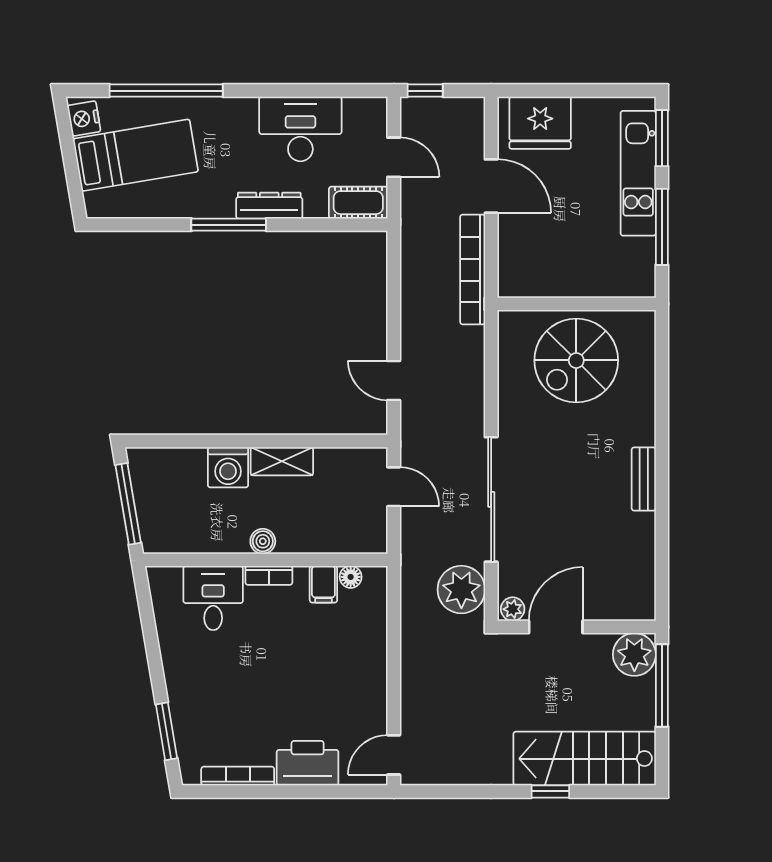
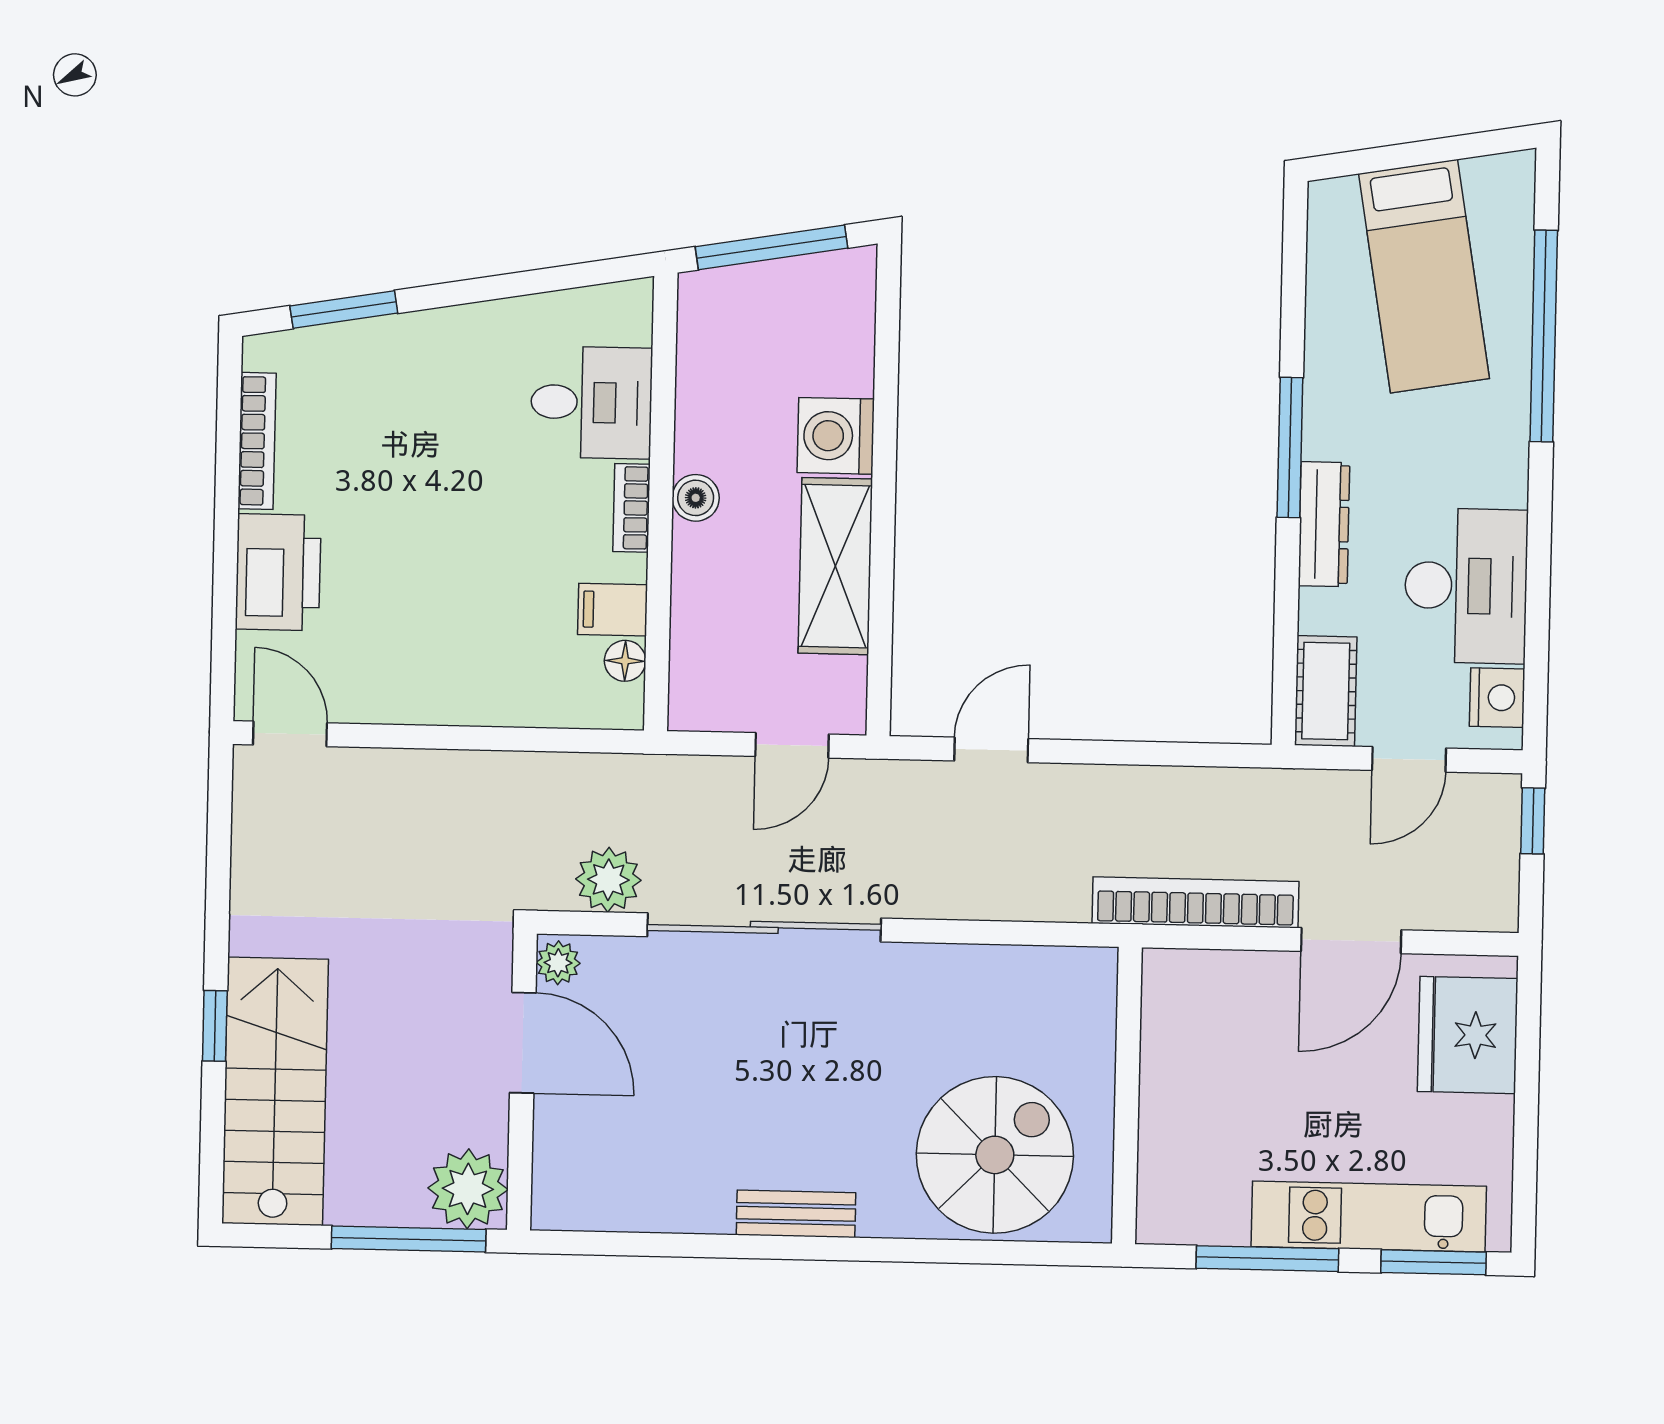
nightstand: (84, 118) -> (1497, 698), moved, turned 100
spiral stairs: (576, 360) -> (995, 1155), moved, turned 90
shelving: (282, 461) -> (835, 566), width x1.50, depth x1.33
plant: (461, 590) -> (608, 880), width x0.73, depth x0.73

